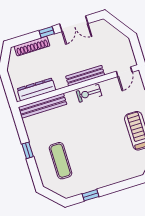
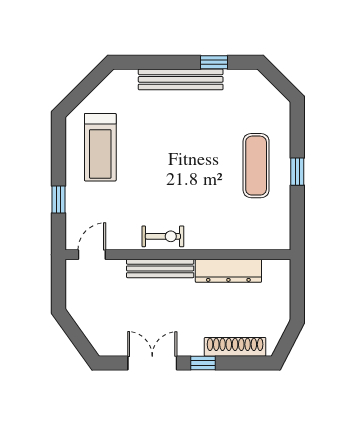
dresser: (36, 89) -> (228, 271), moved
bench: (43, 106) -> (181, 79), moved
exercise mat: (61, 161) -> (256, 166), moved

